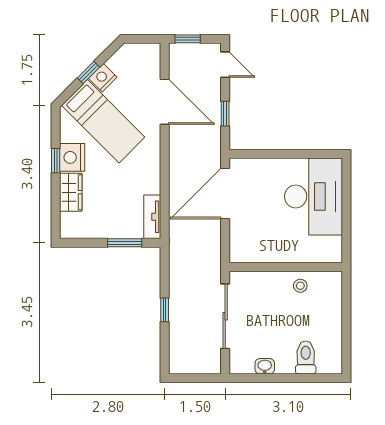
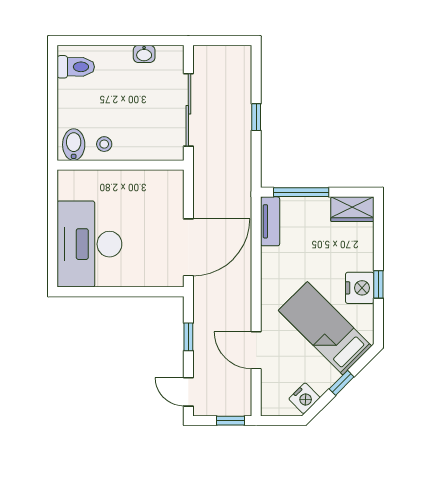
nightstand: (103, 78) -> (304, 398), moved
door: (165, 102) -> (256, 350), width x0.73
wardrobe: (71, 192) -> (352, 209), moved, turned -90
window: (125, 243) -> (301, 192), width x1.44
bidet: (328, 285) -> (74, 145), added
toilet: (306, 357) -> (76, 67), moved, turned -90

